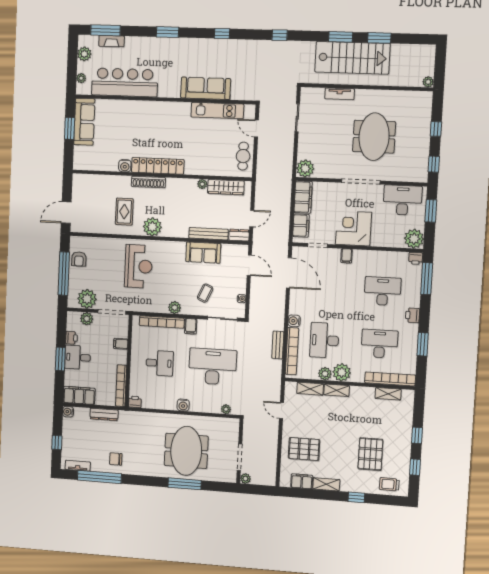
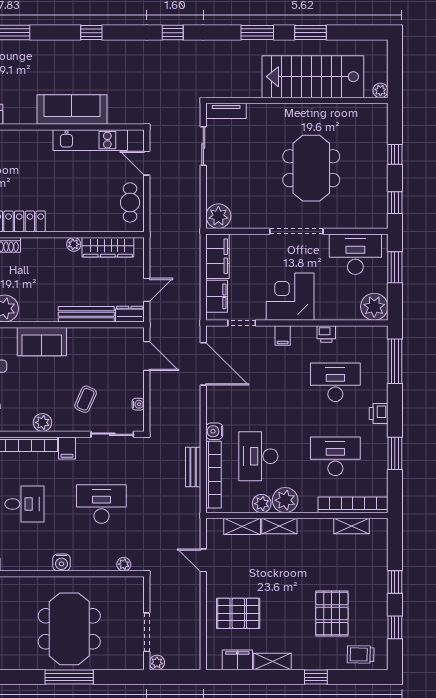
stairs: (352, 58) -> (313, 77), moved, turned 180
tv unit: (340, 94) -> (226, 111), moved
sofa: (203, 253) -> (42, 342), moved
printer: (416, 258) -> (326, 334), moved
desk: (213, 367) -> (101, 504), width x0.73, depth x0.77

